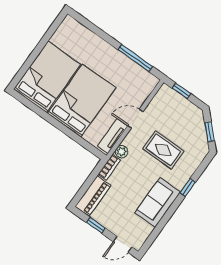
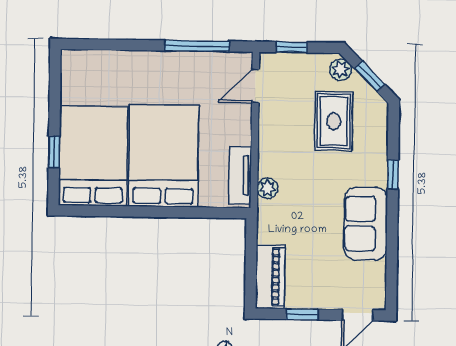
window: (29, 62) -> (54, 152), added
plant: (198, 118) -> (341, 70), added
door: (135, 119) -> (255, 86), moved
rug: (163, 150) -> (334, 121), moved, turned 90
bookcase: (109, 167) -> (265, 222), removed

